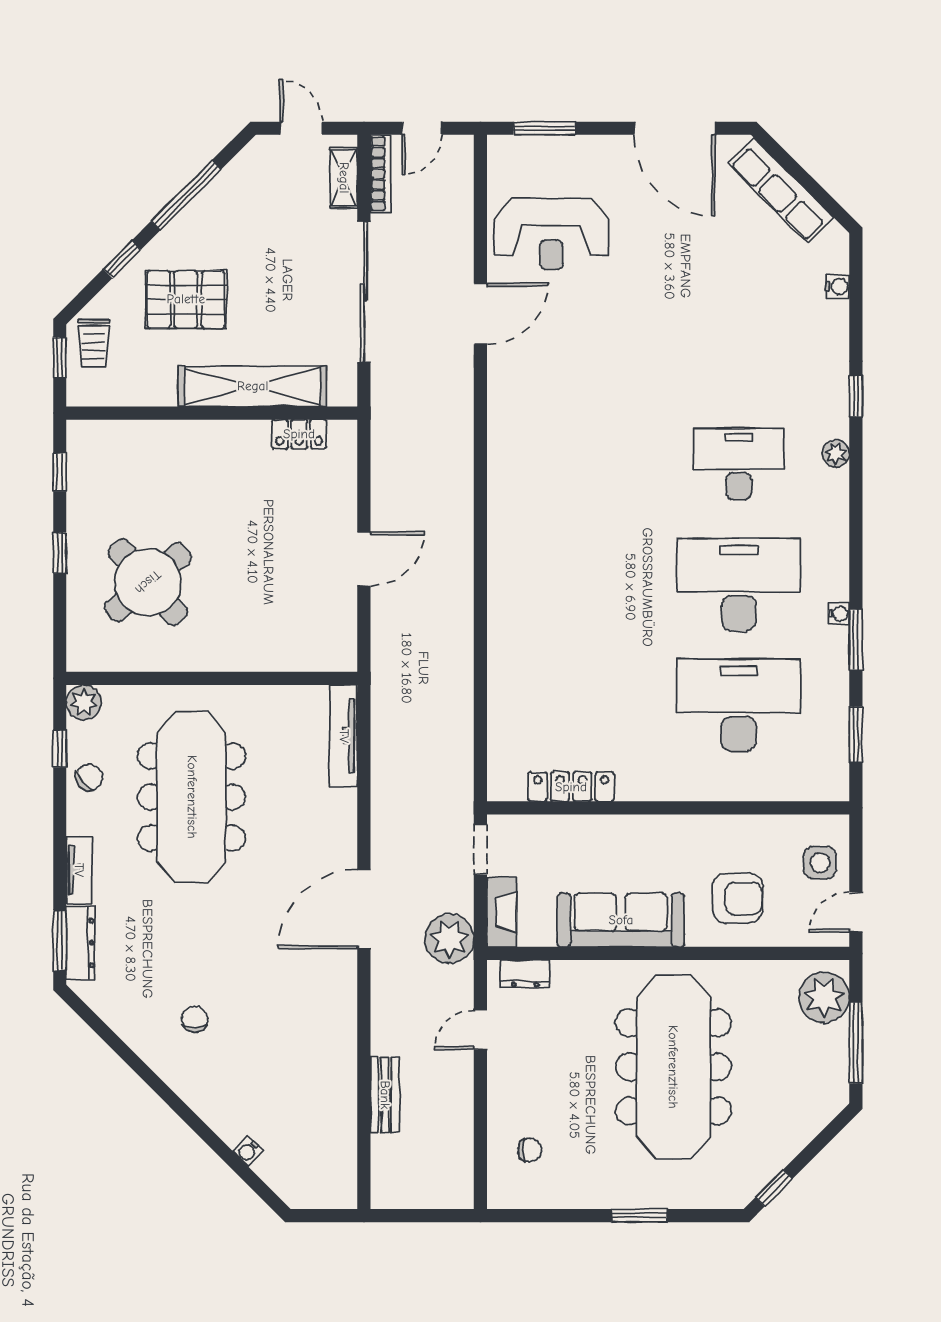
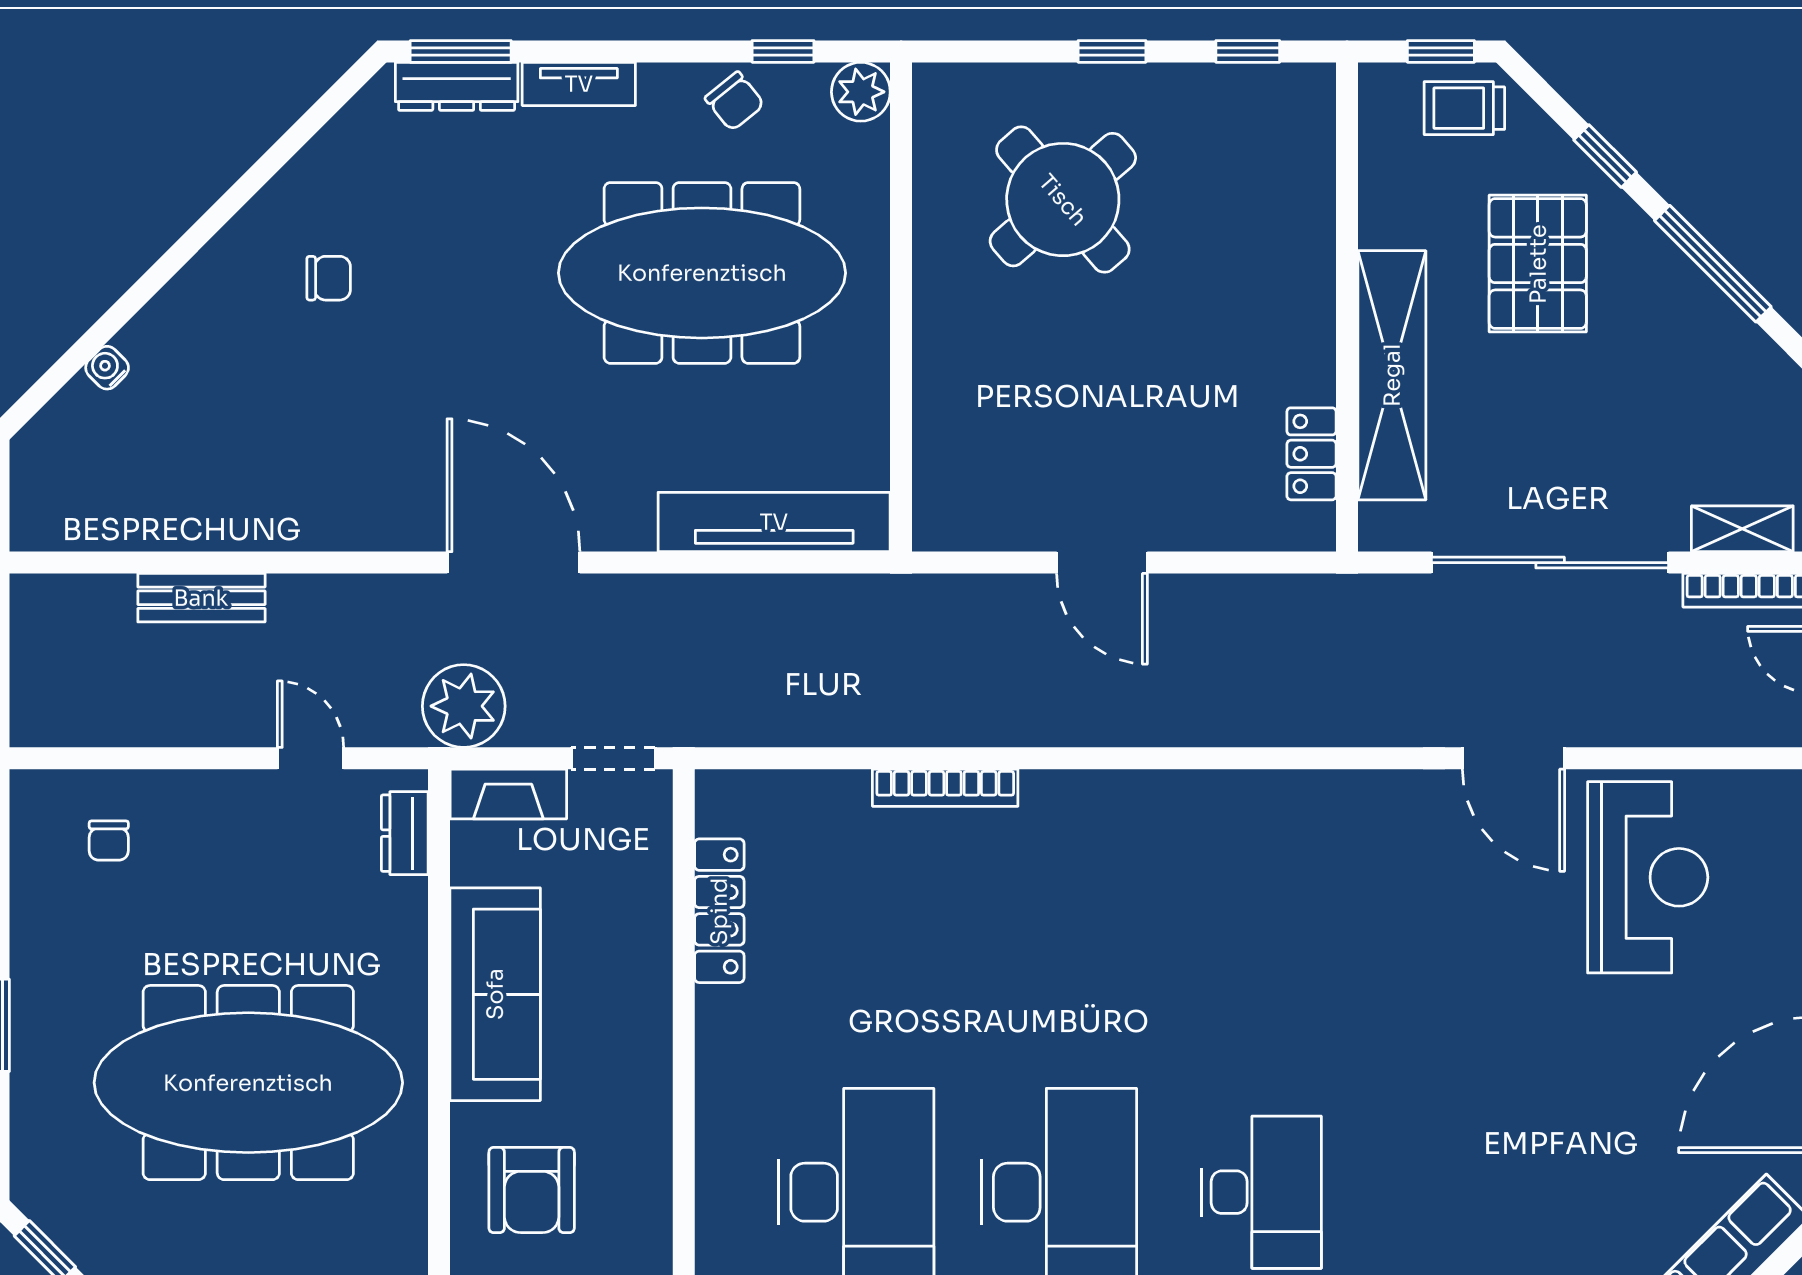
reception desk: (551, 234) -> (1648, 877), turned 180
bookcase: (498, 652) -> (945, 788), added
tv unit: (344, 736) -> (774, 522), width x1.36, depth x1.29

